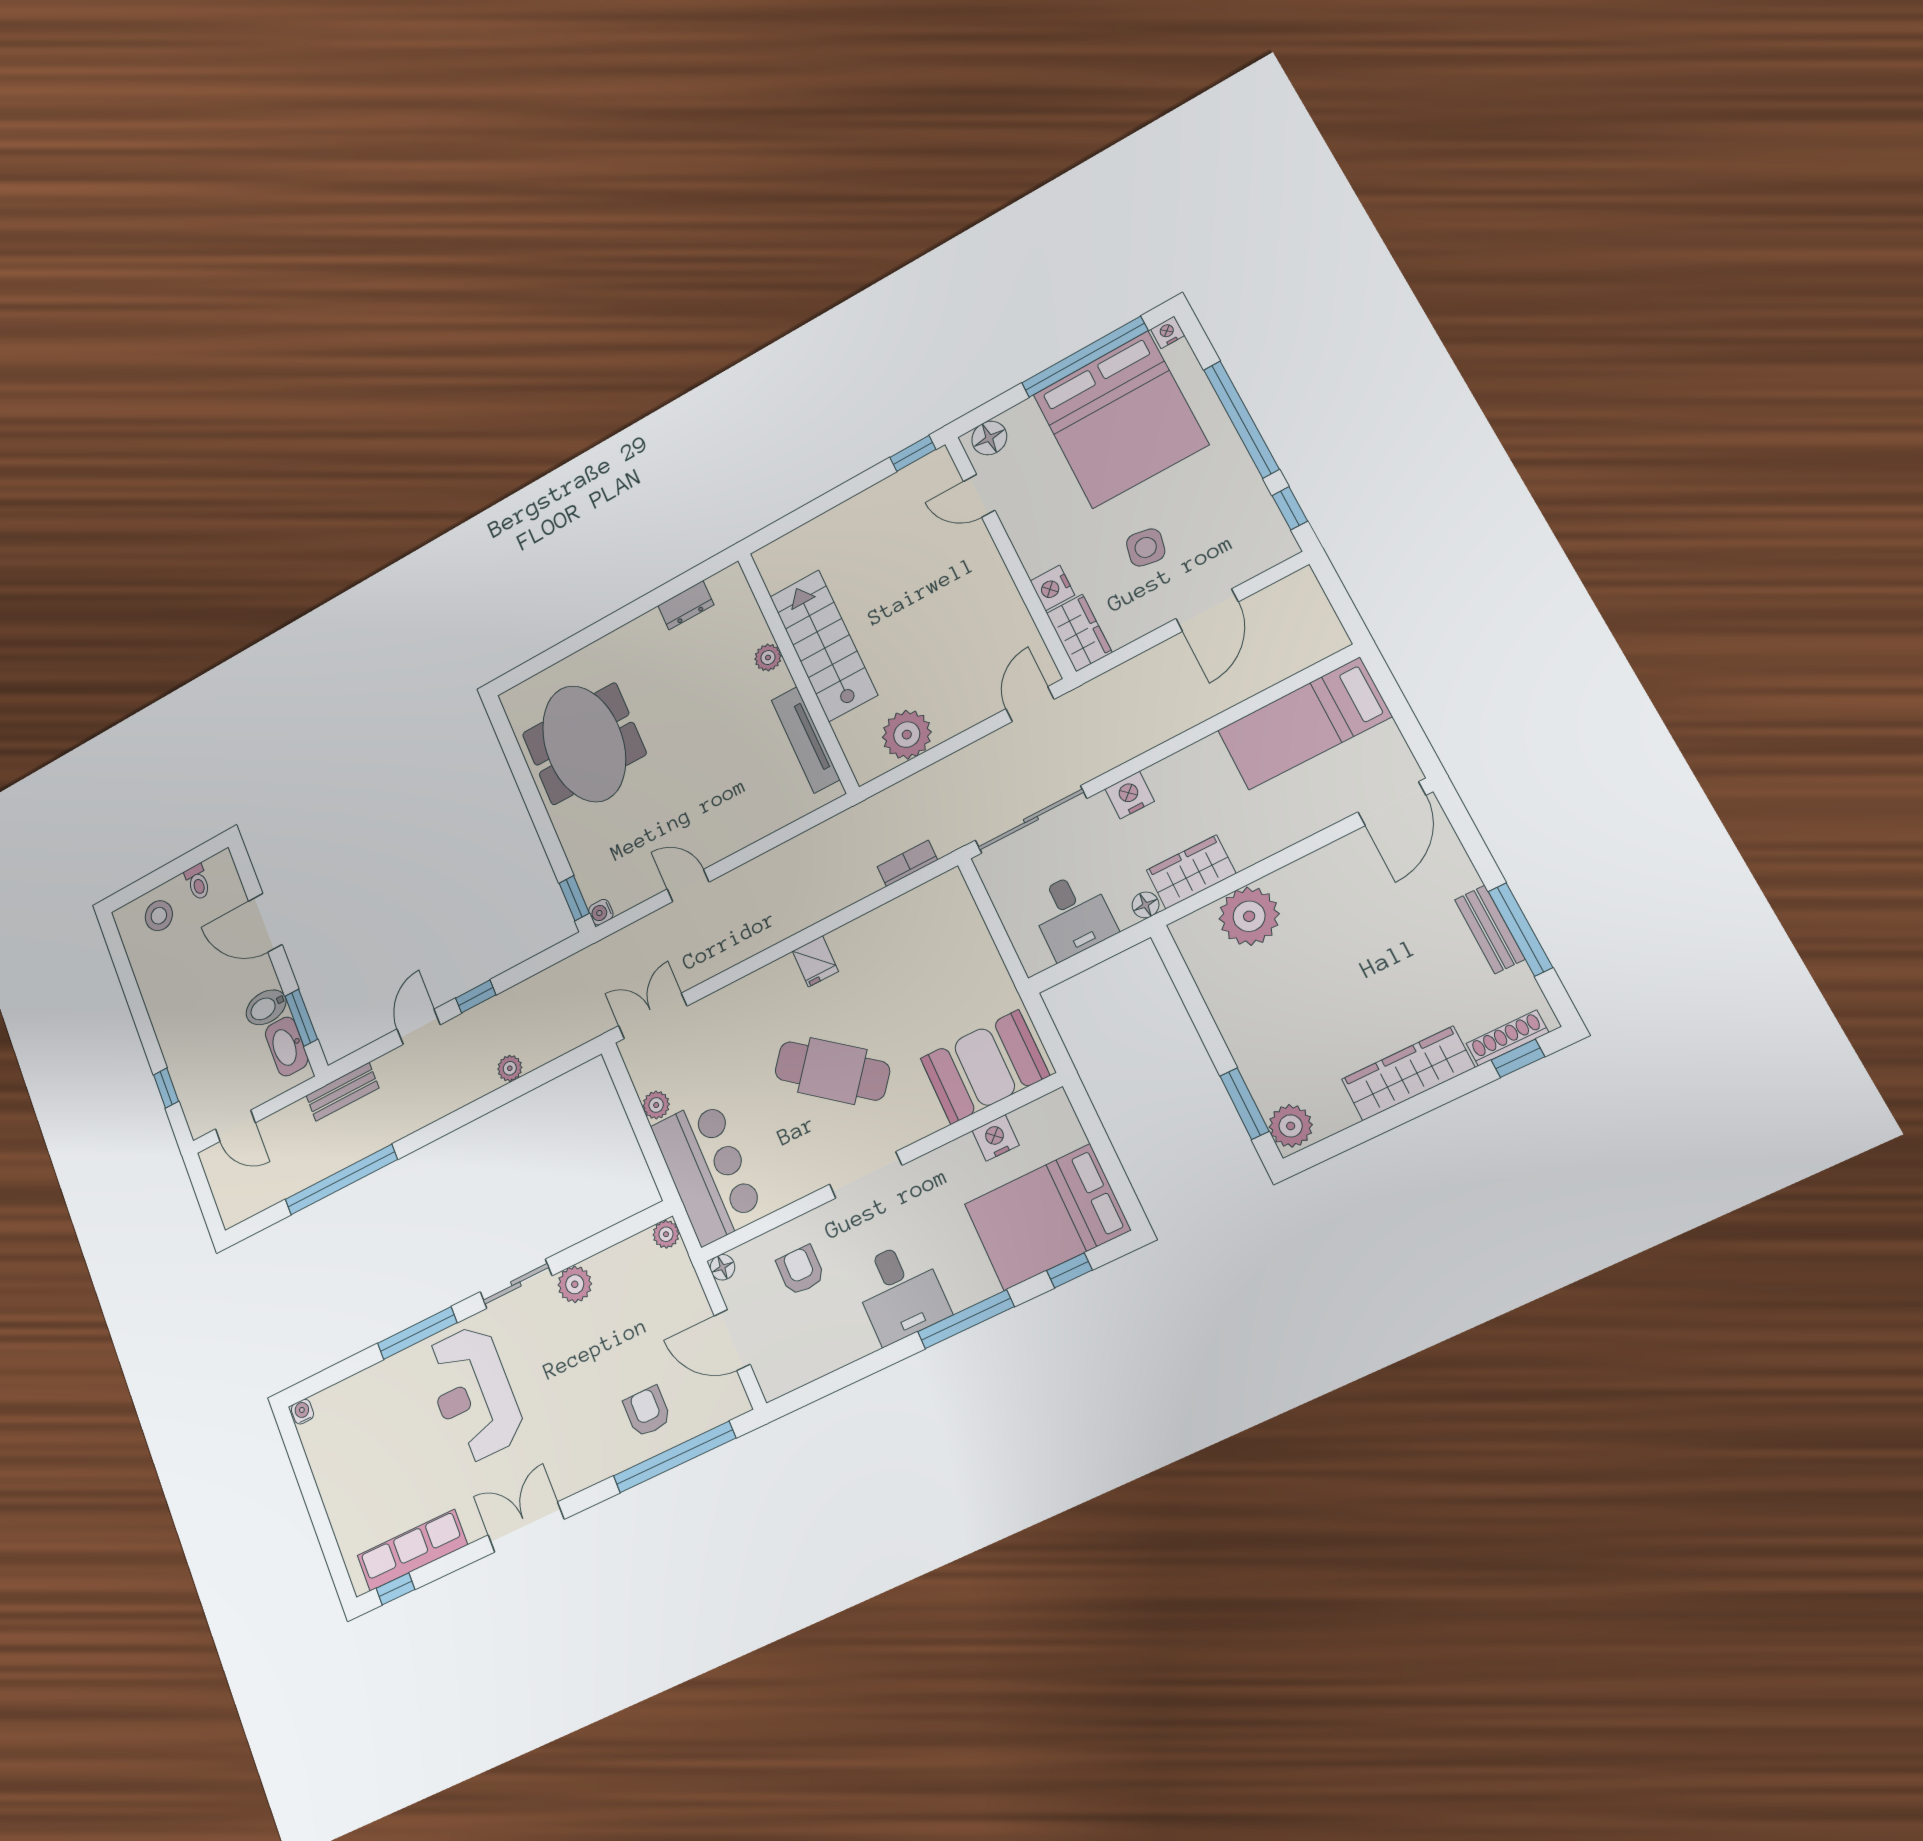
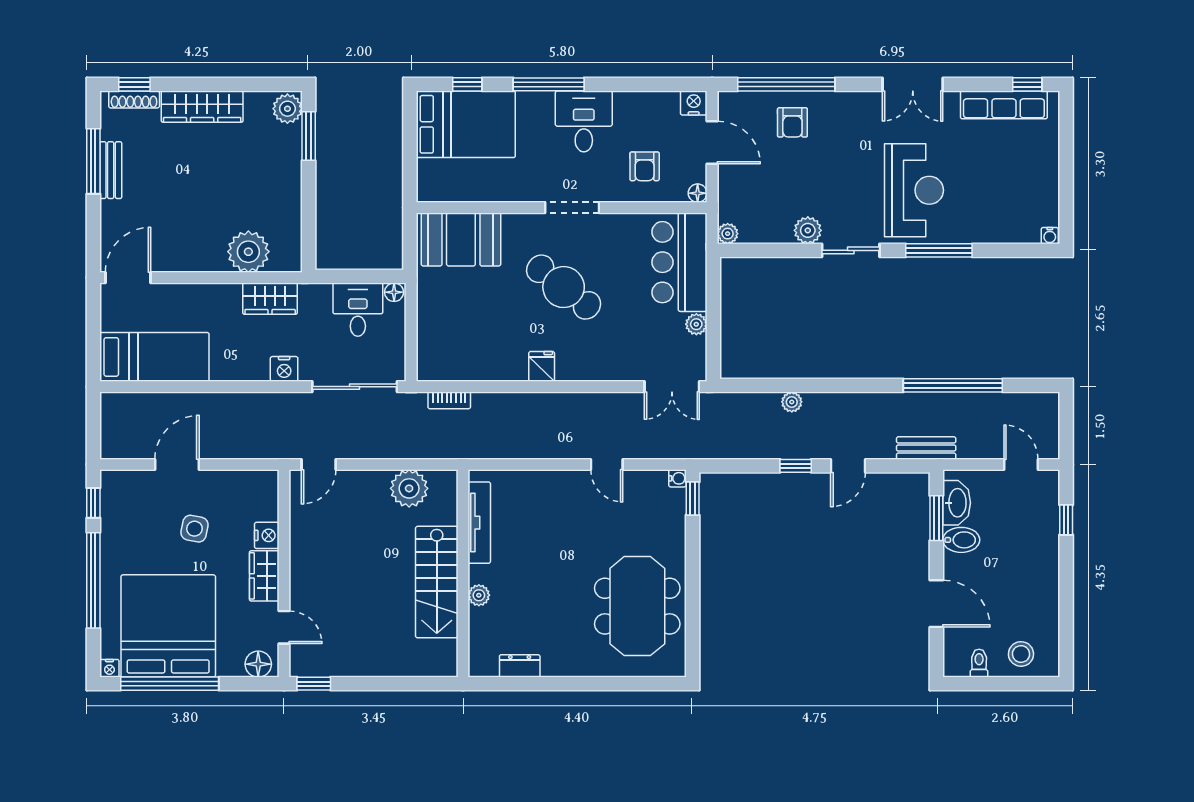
wardrobe: (1079, 633) -> (264, 576), moved
floor lamp: (1146, 905) -> (394, 292), moved
nightstand: (996, 1138) -> (694, 103), moved, turned 180

